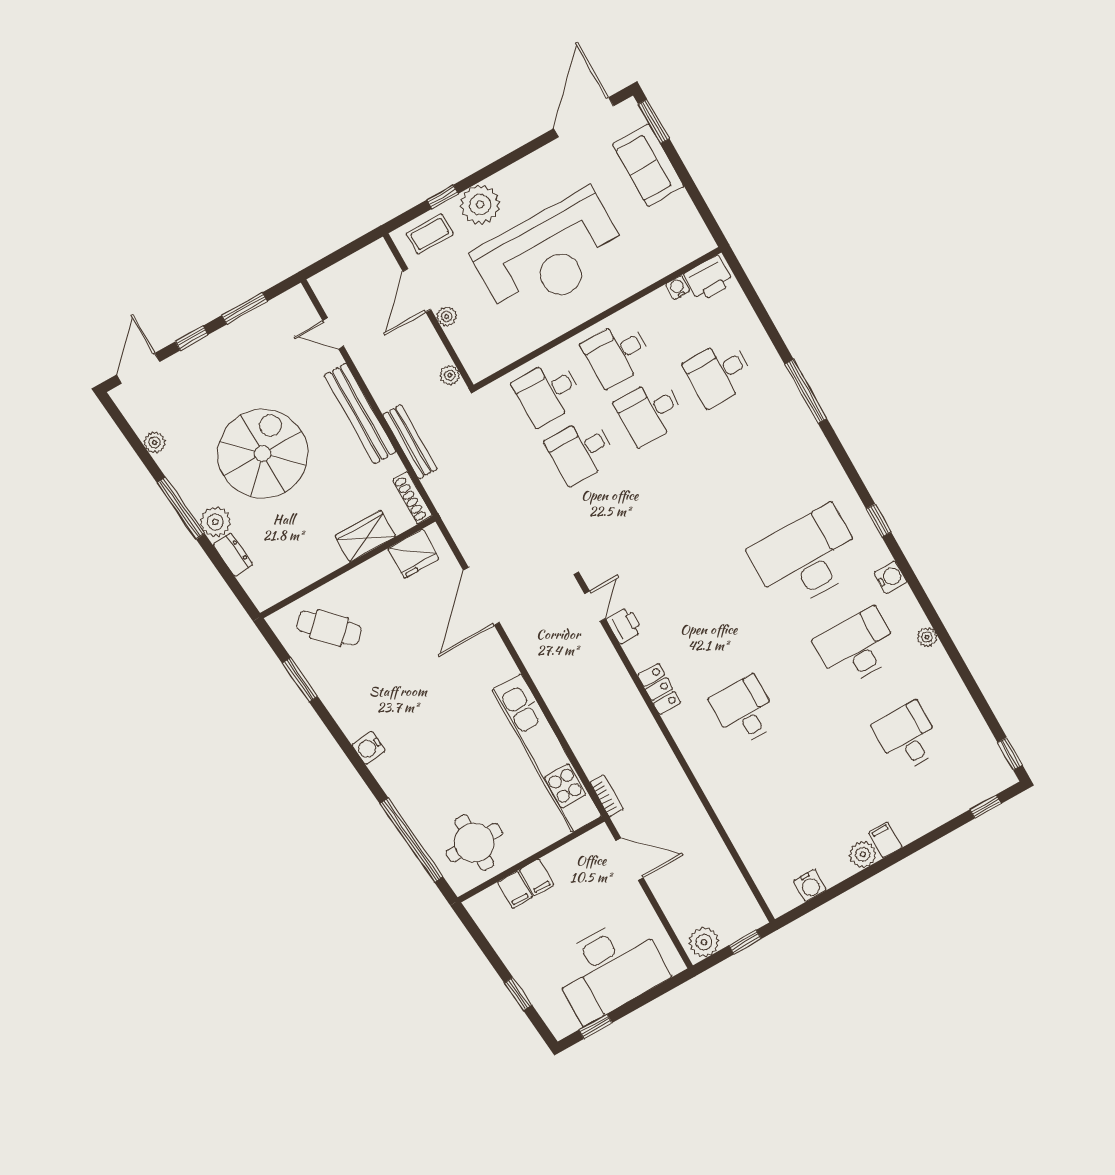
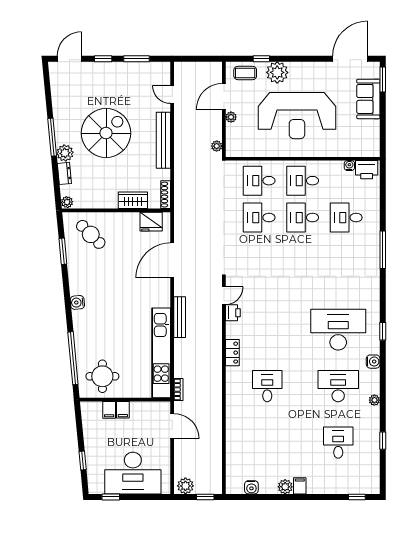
plant: (155, 442) -> (67, 202), moved
bench: (410, 442) -> (180, 317), moved
window: (1010, 754) -> (383, 441), moved

